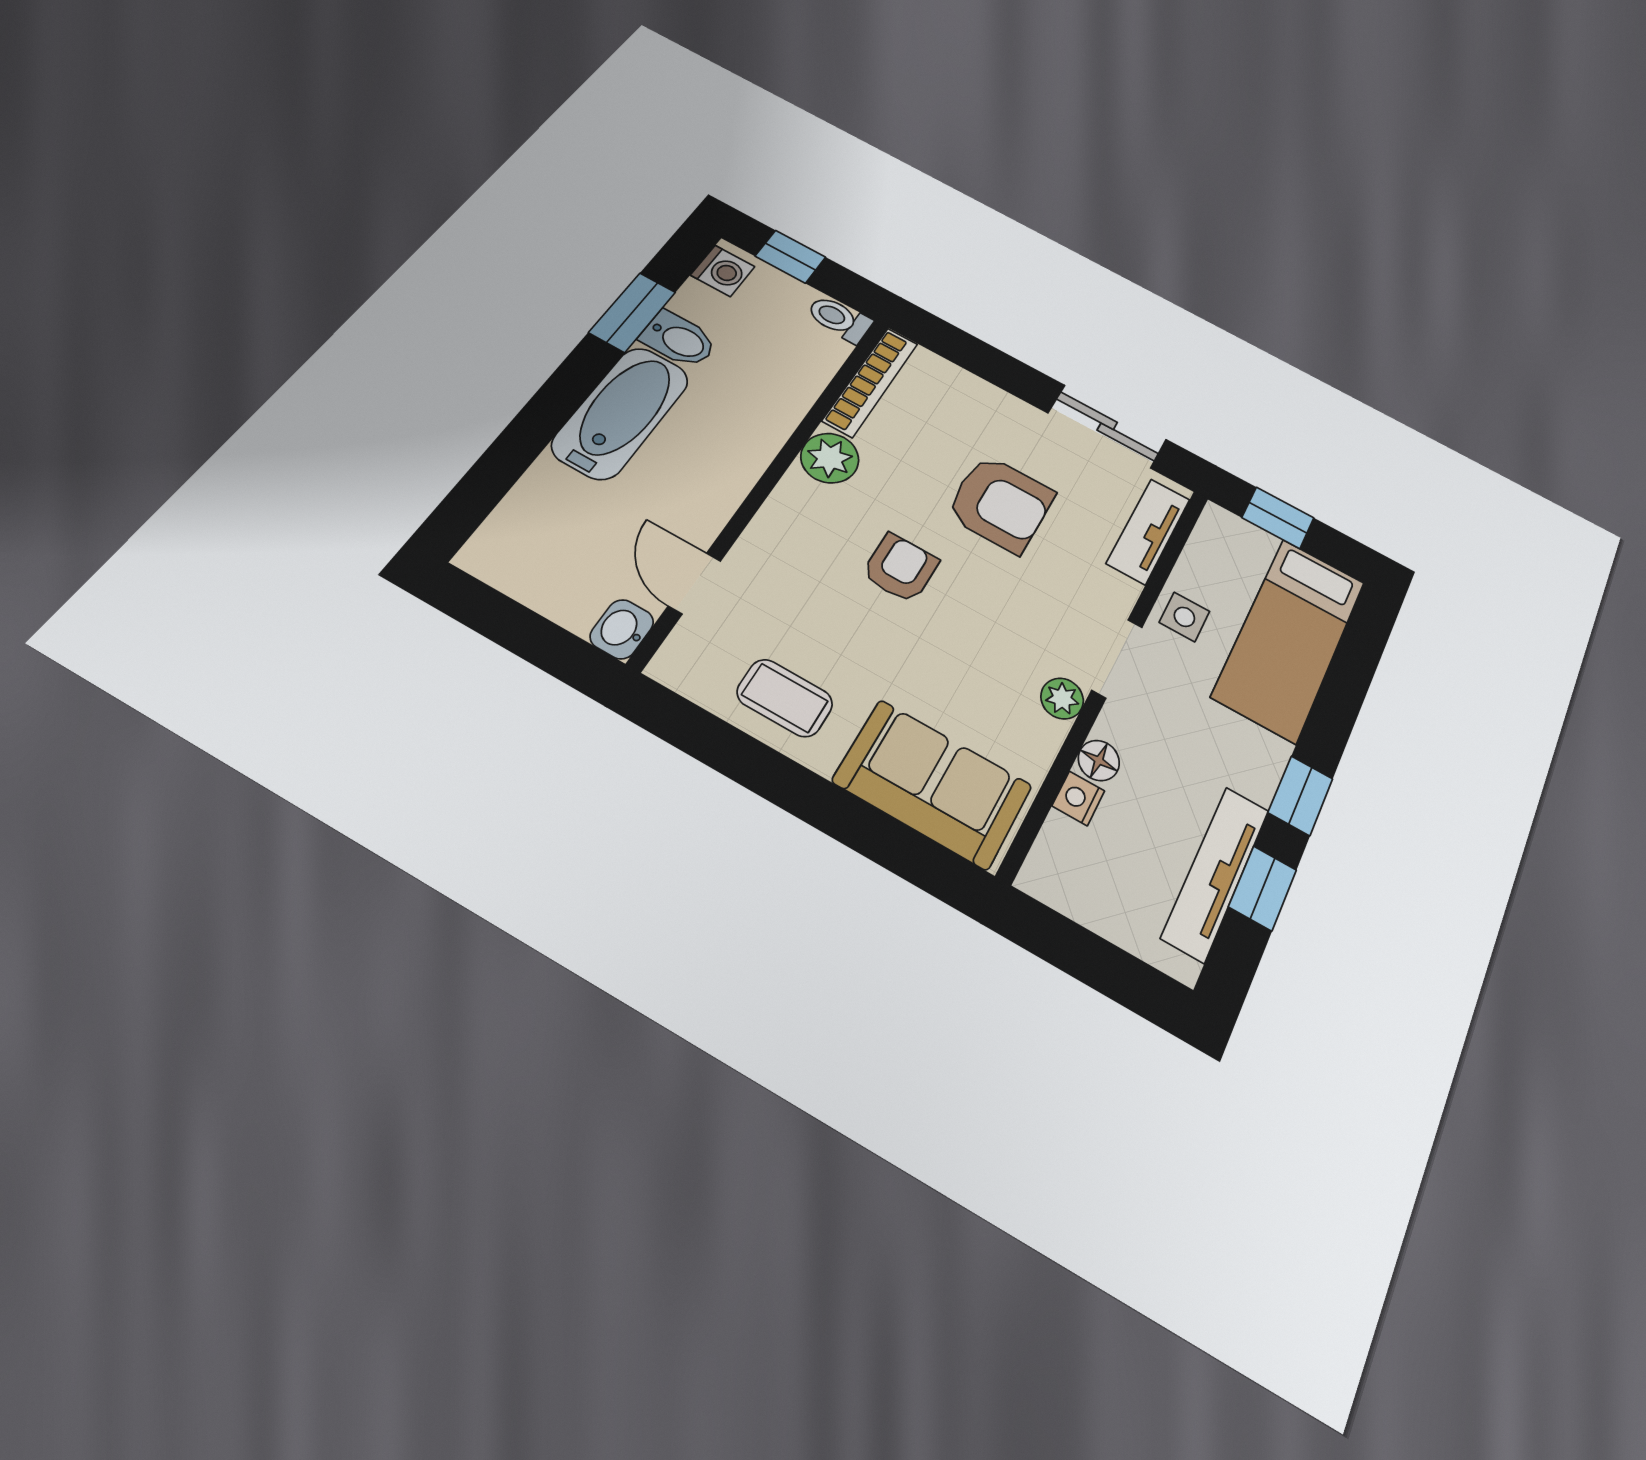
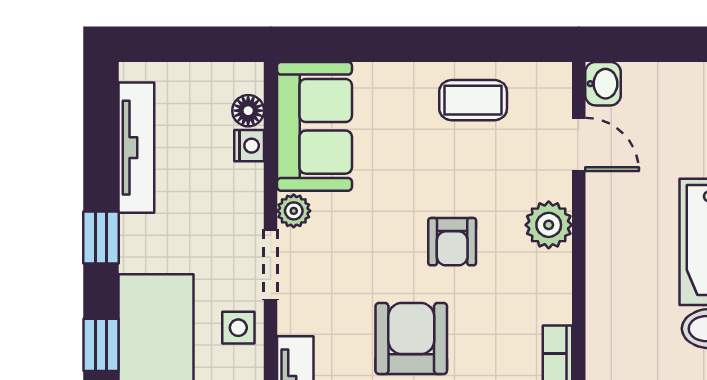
plant: (830, 458) -> (549, 225), moved
armchair: (1000, 503) -> (411, 338), turned 90
floor lamp: (1099, 760) -> (248, 111), moved
sofa: (932, 784) -> (314, 126), moved, turned -90
window: (1263, 888) -> (101, 345), moved

